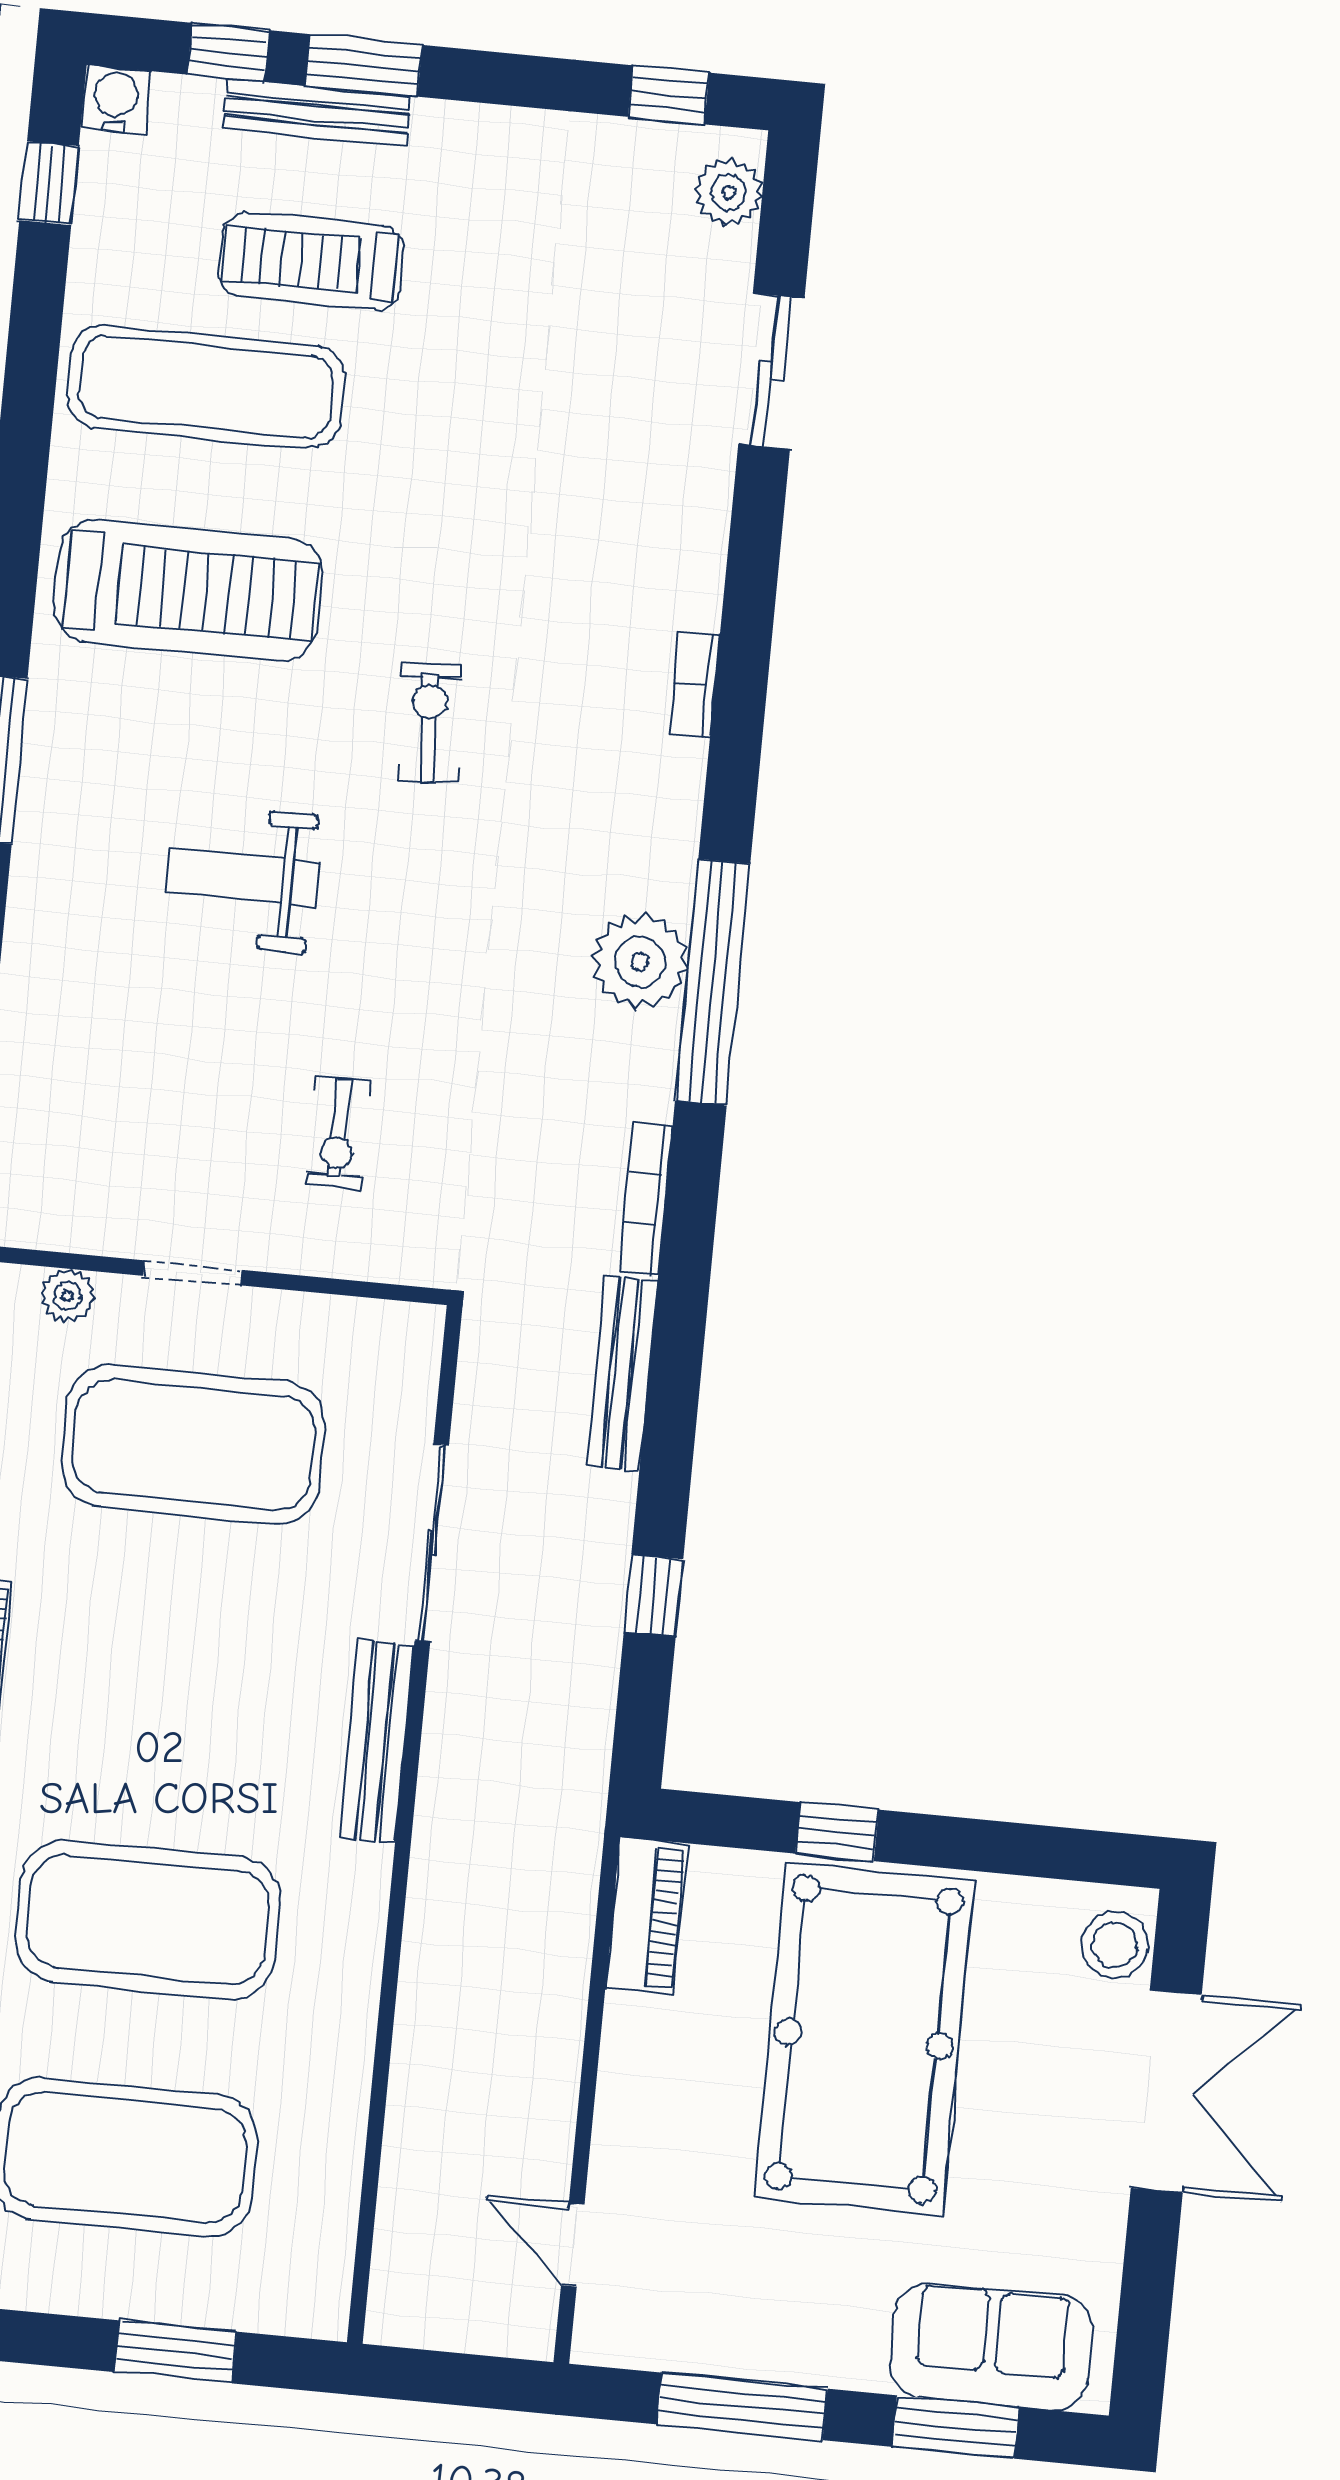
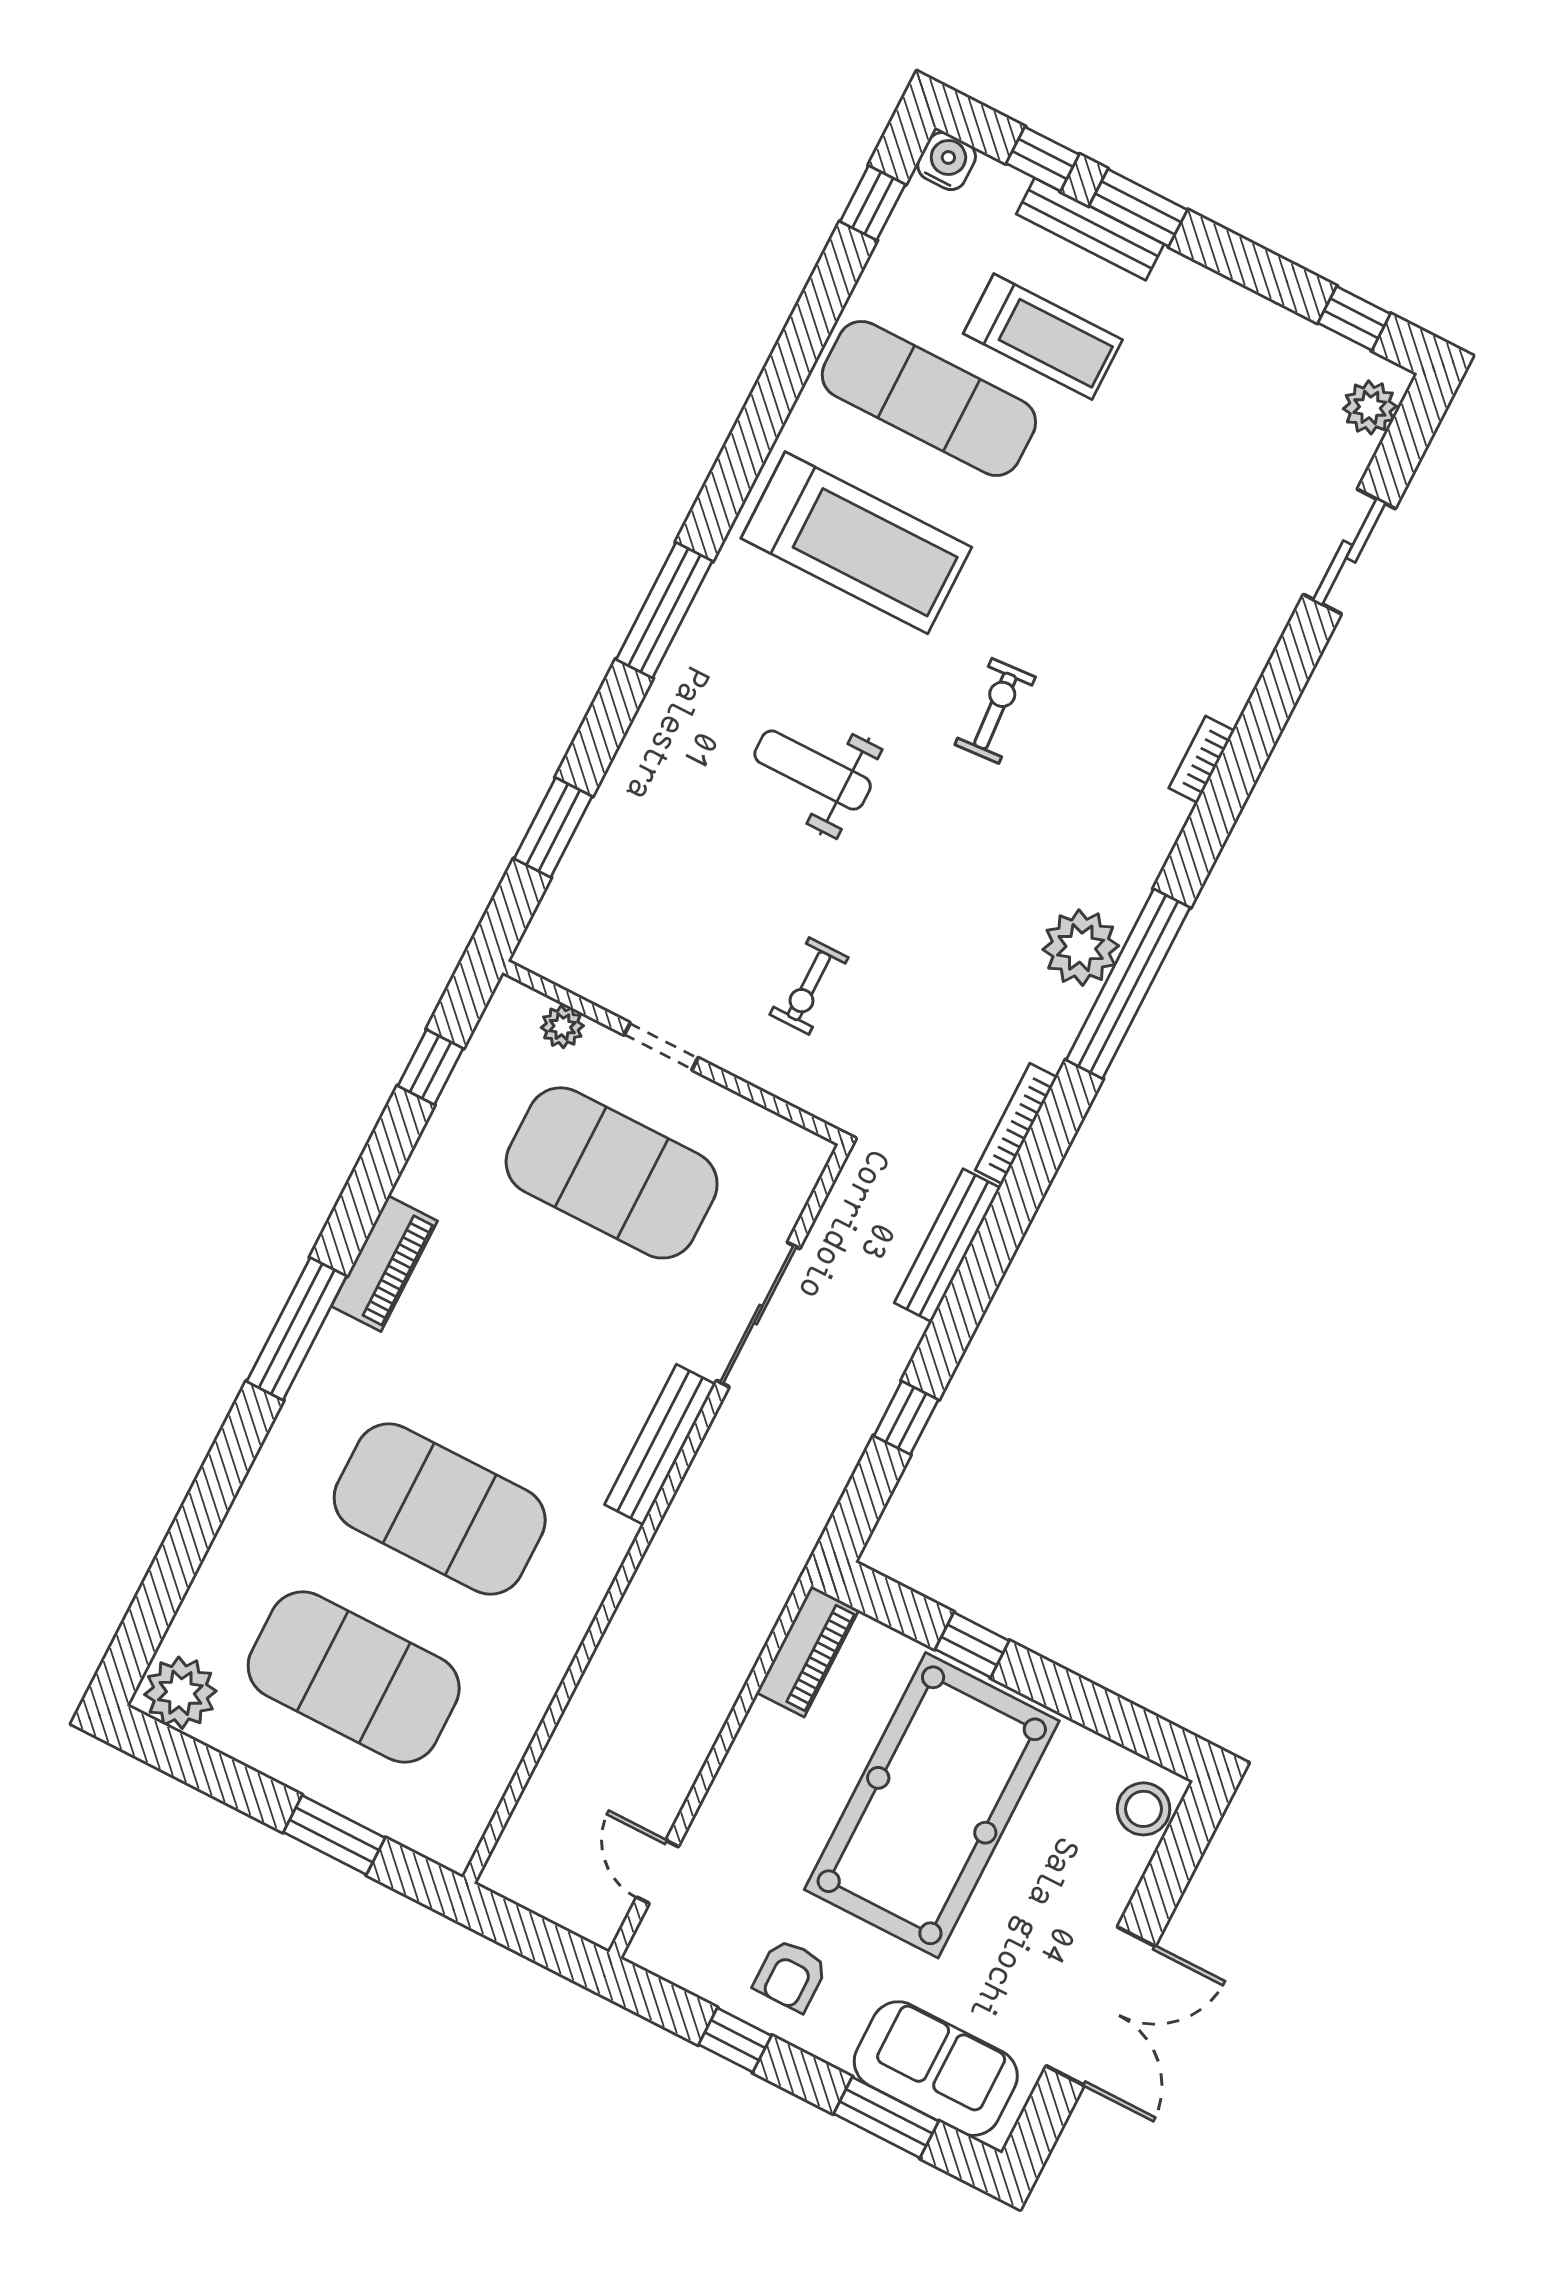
treadmill: (311, 261) -> (1043, 337), turned 180
double door: (1166, 2091) -> (1101, 2006), moved
armchair: (777, 2304) -> (790, 1975), added
window: (742, 2406) -> (735, 2040), width x0.46

